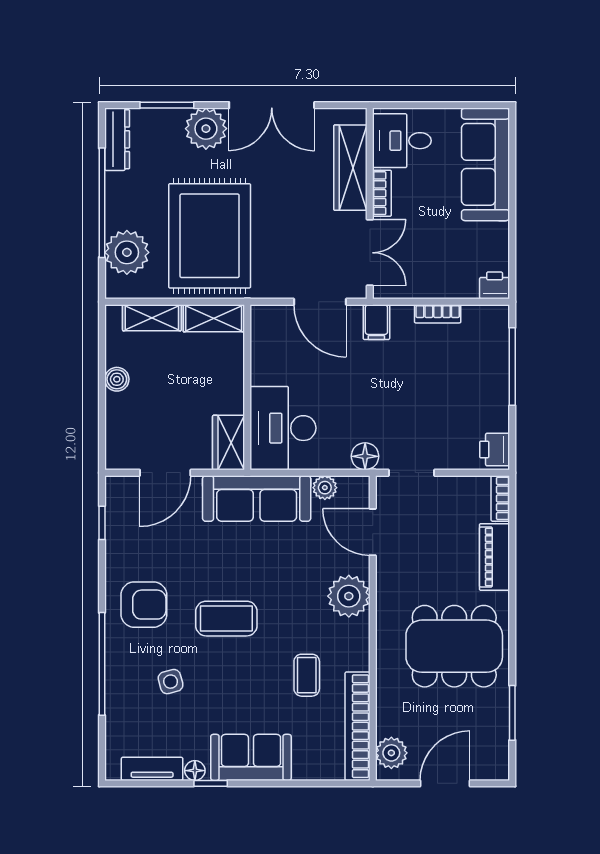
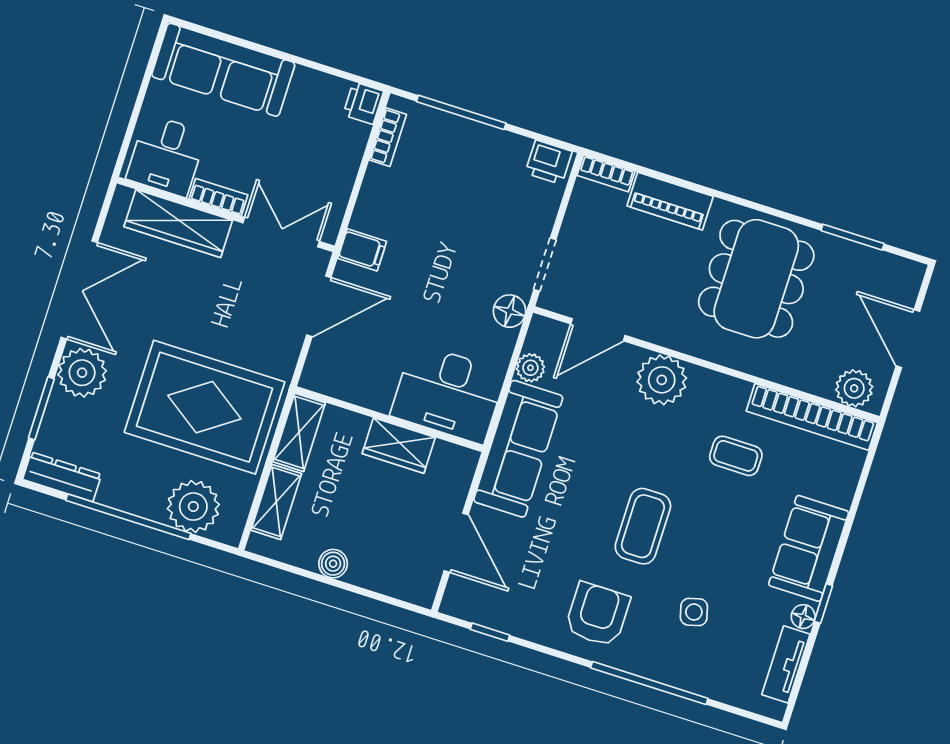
bookcase: (438, 314) -> (388, 137), moved
wardrobe: (229, 443) -> (399, 445), moved

